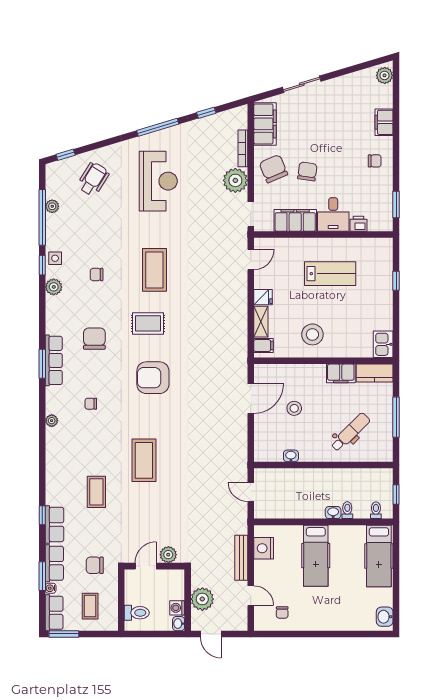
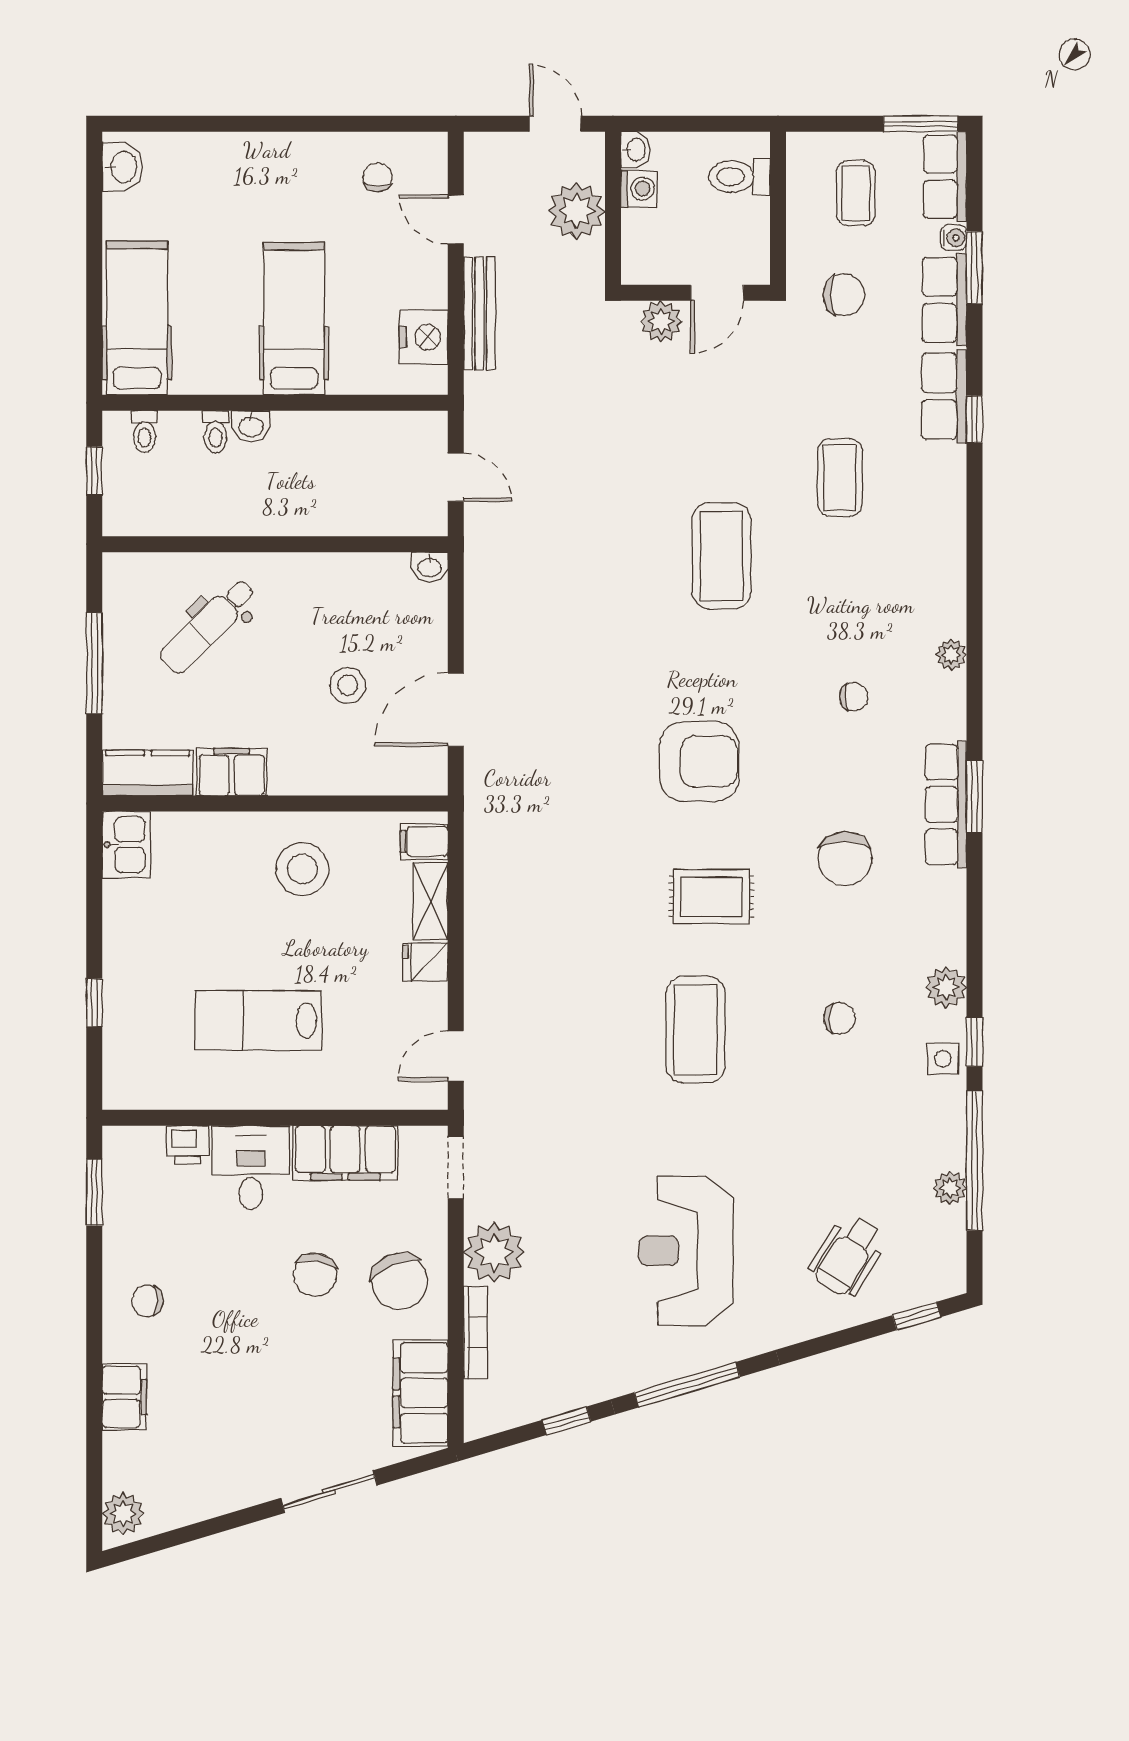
washbasin: (291, 456) -> (430, 567), moved

